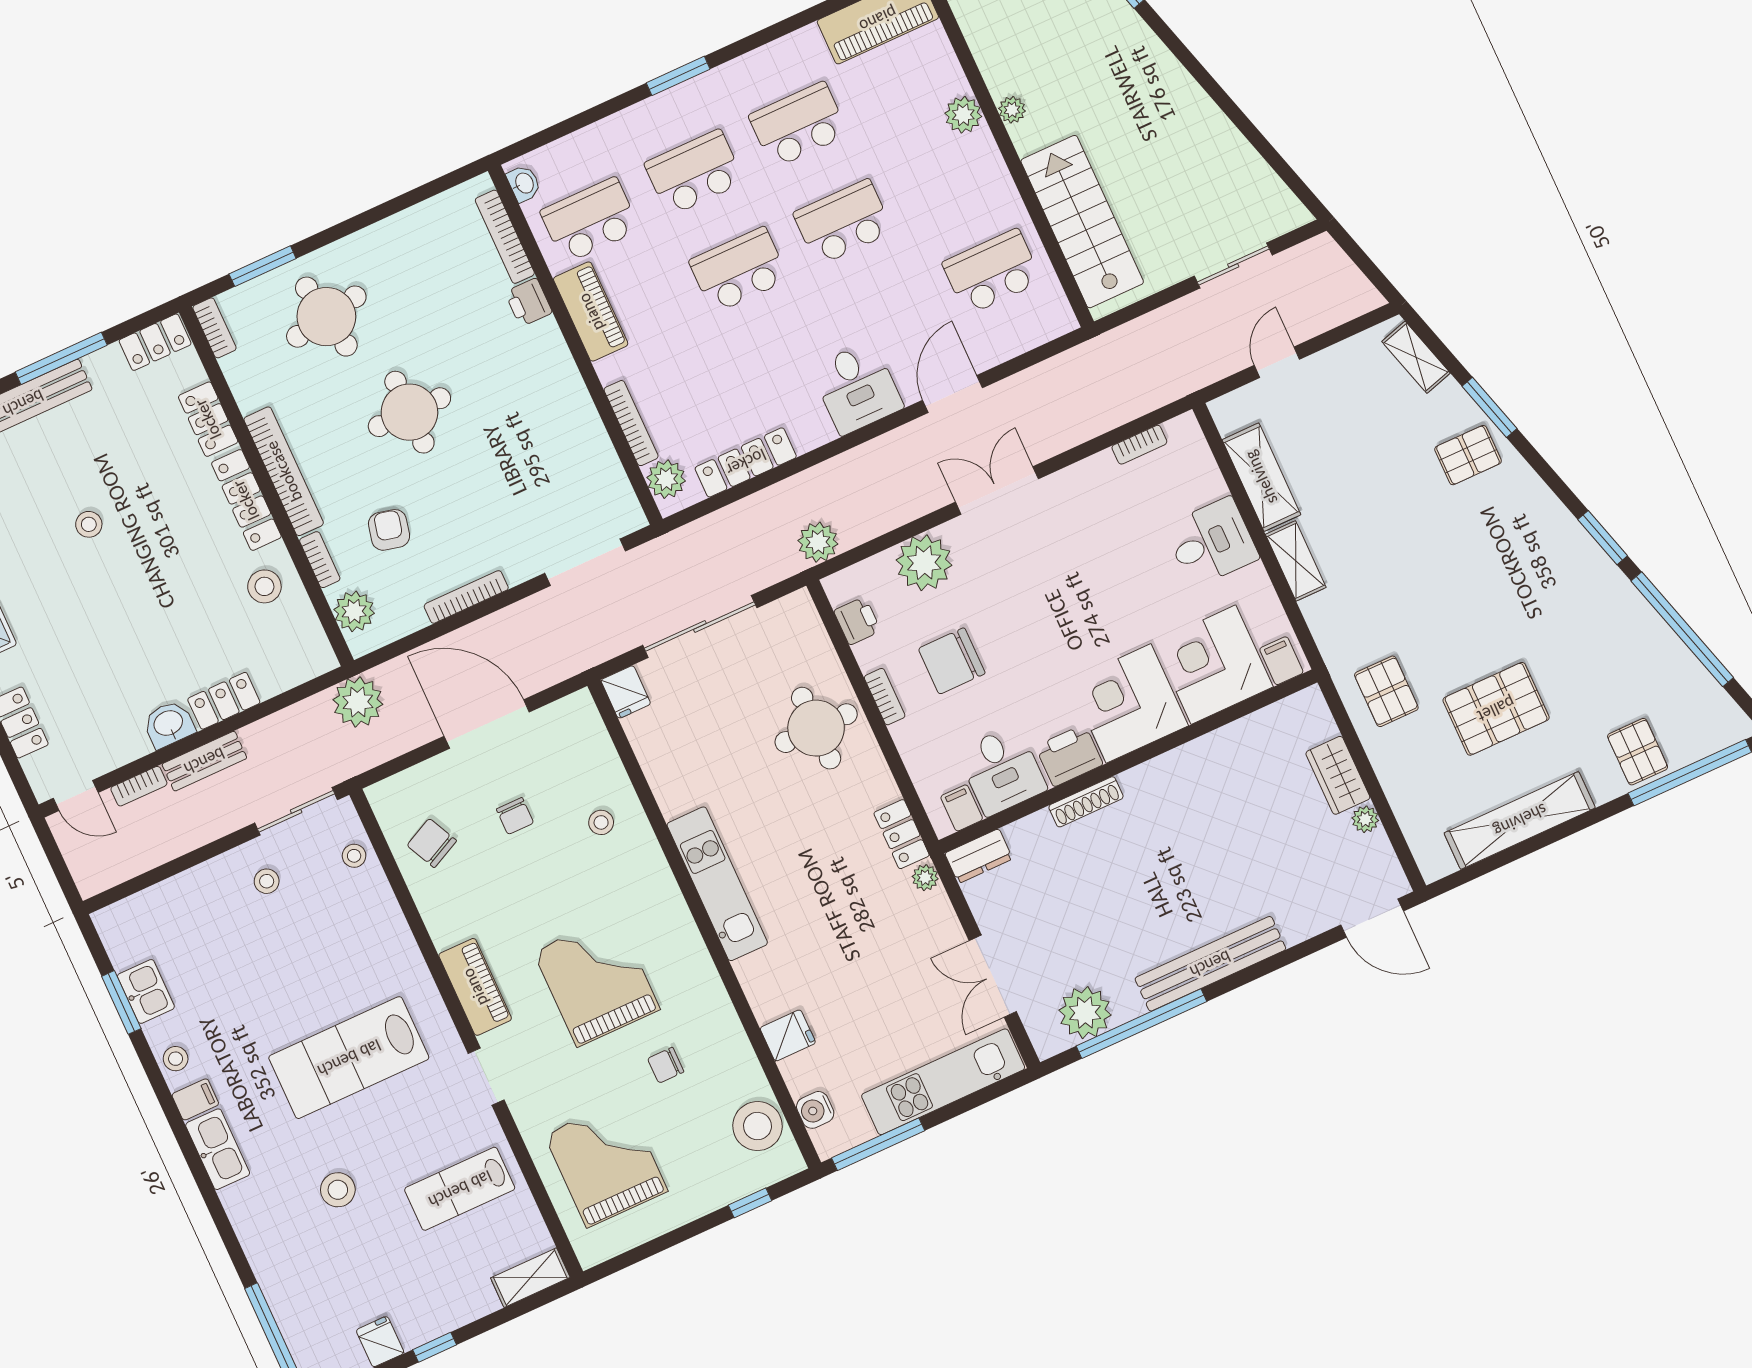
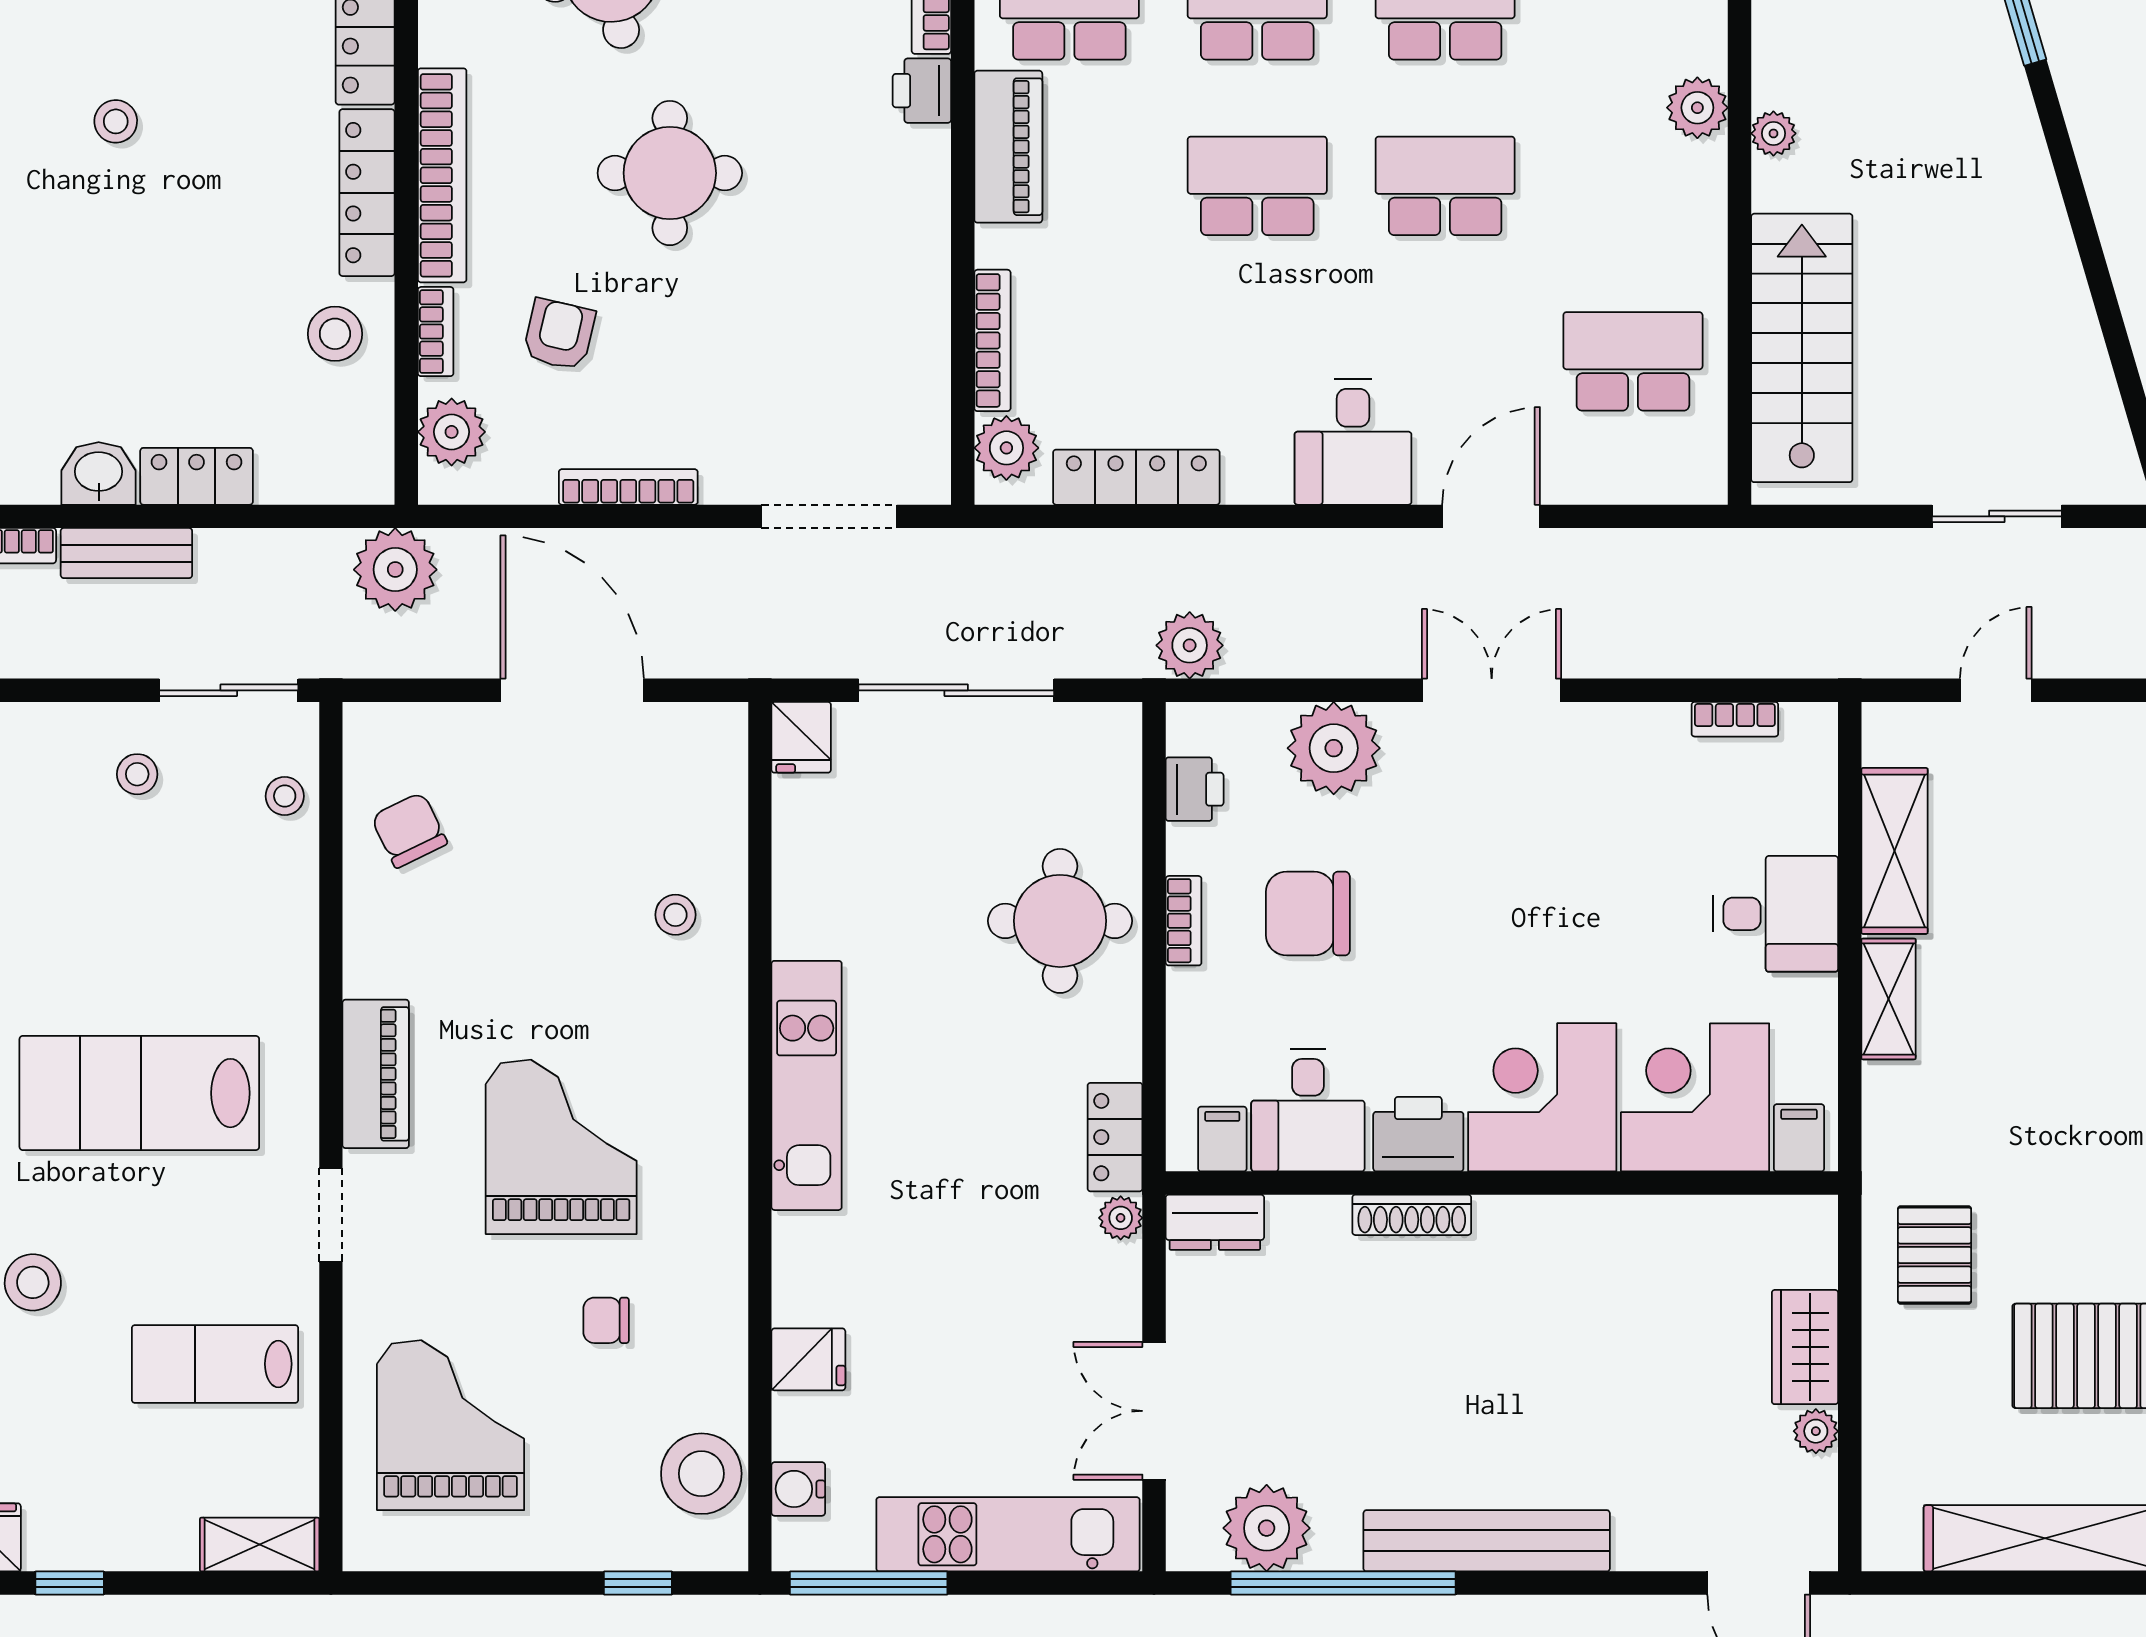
chair: (515, 816) -> (552, 846), removed

